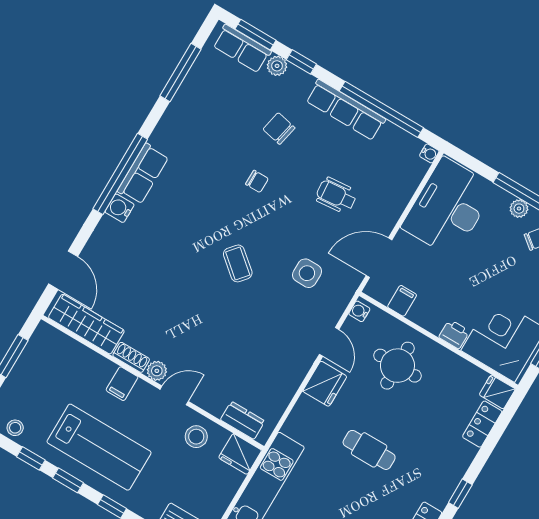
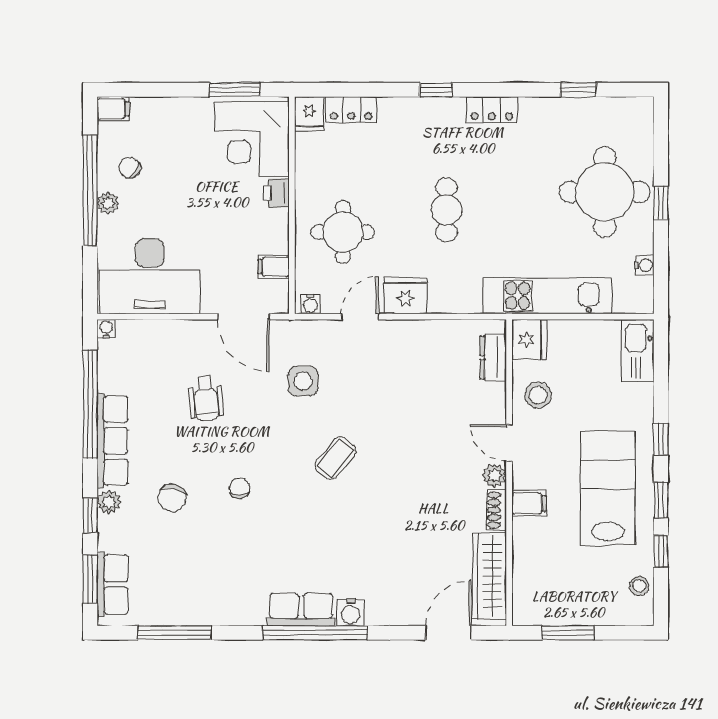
plant: (277, 66) -> (109, 502), moved

